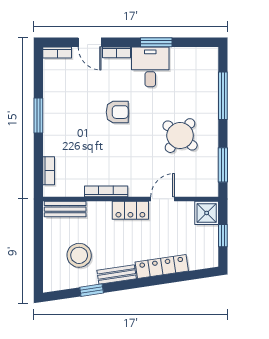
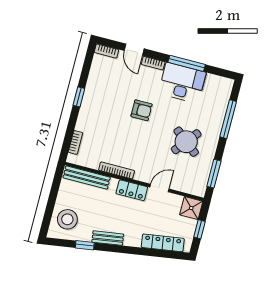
window: (156, 42) -> (187, 63), width x1.44
desk: (150, 67) -> (182, 83), width x1.37
window: (38, 115) -> (79, 97), width x0.67
bench: (65, 209) -> (87, 178), width x1.36
stool: (79, 255) -> (67, 219), moved
locker: (162, 266) -> (163, 243), moved

